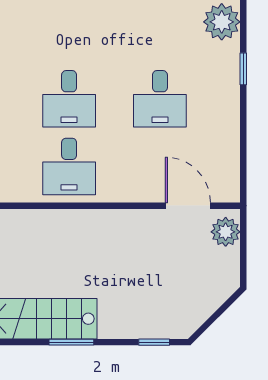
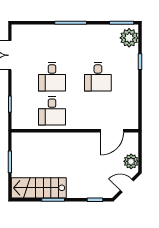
door: (188, 206) -> (112, 131), swing flipped
plant: (226, 232) -> (131, 161), moved
door: (217, 314) -> (127, 186), added

